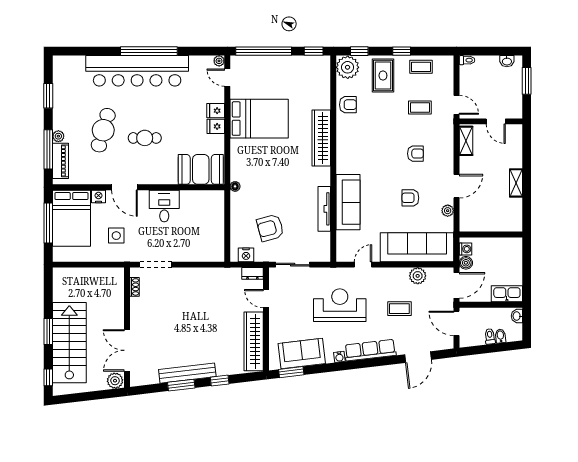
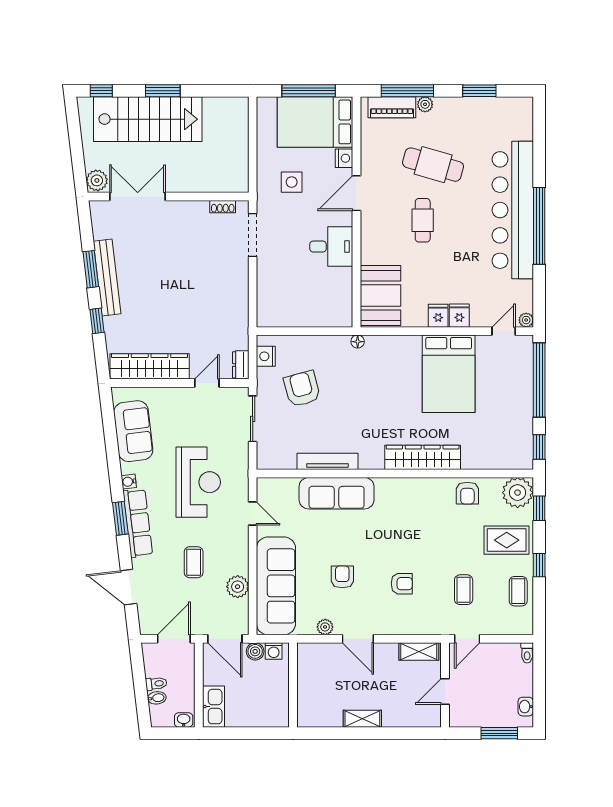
armchair: (415, 154) -> (402, 584), turned -90
window: (291, 372) -> (120, 518), moved

